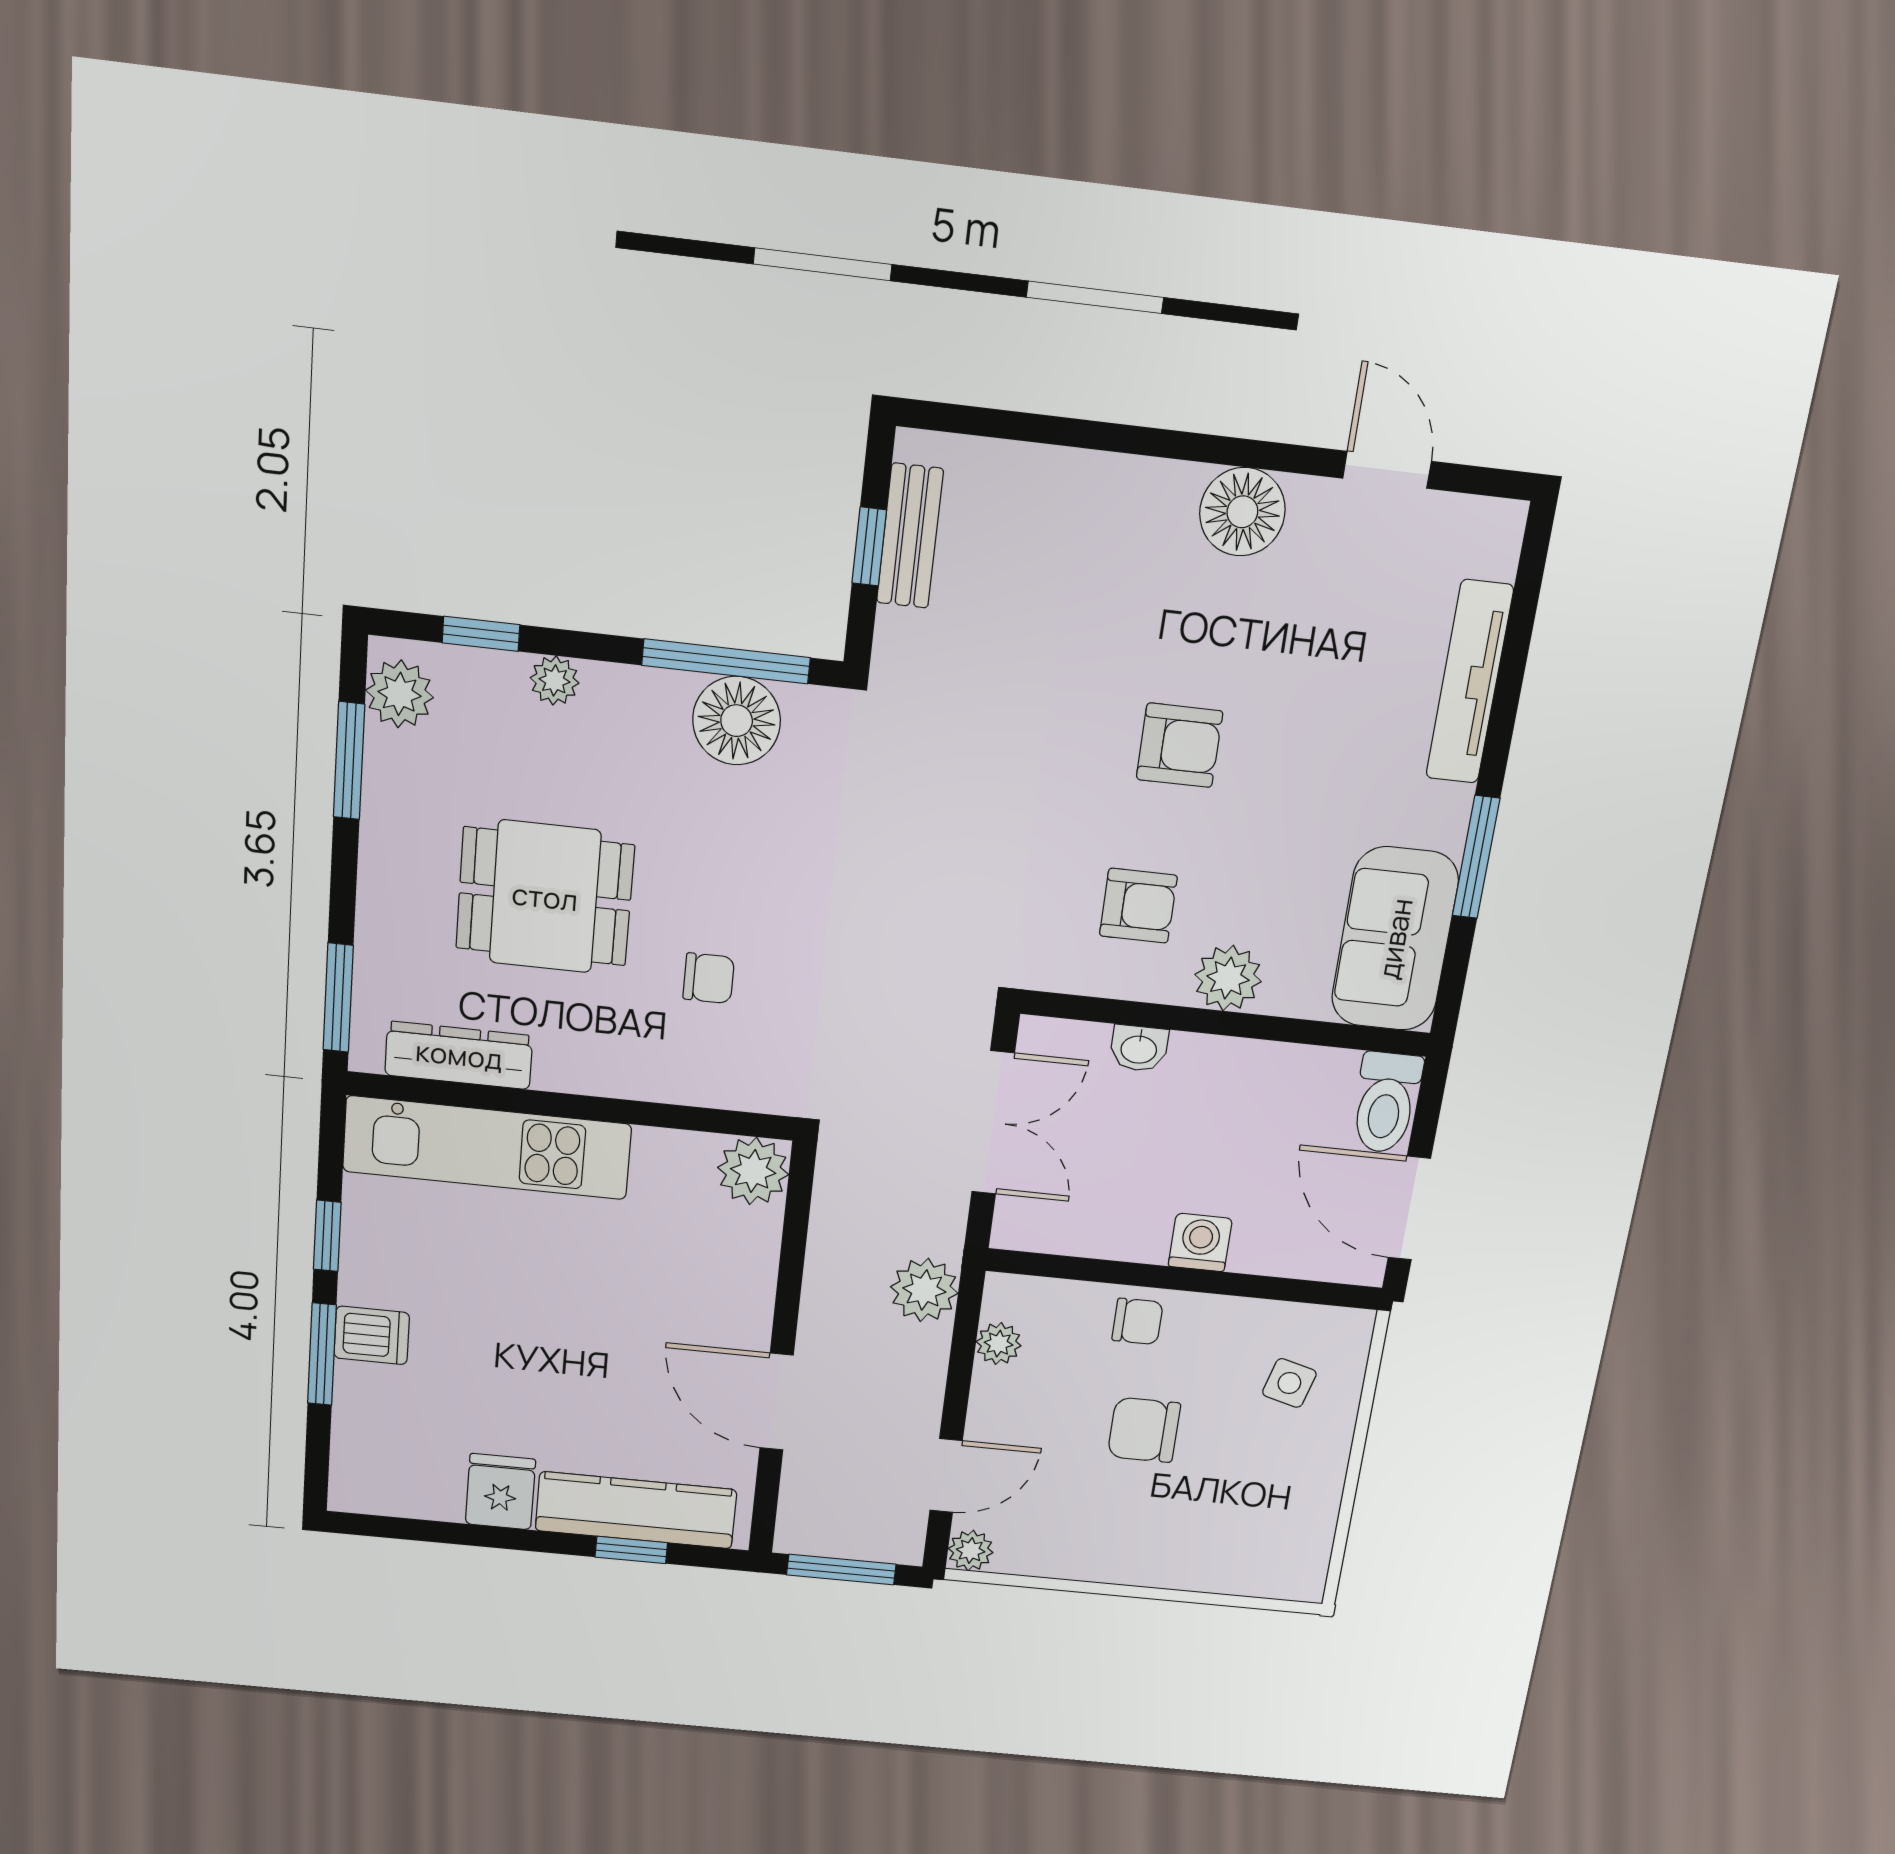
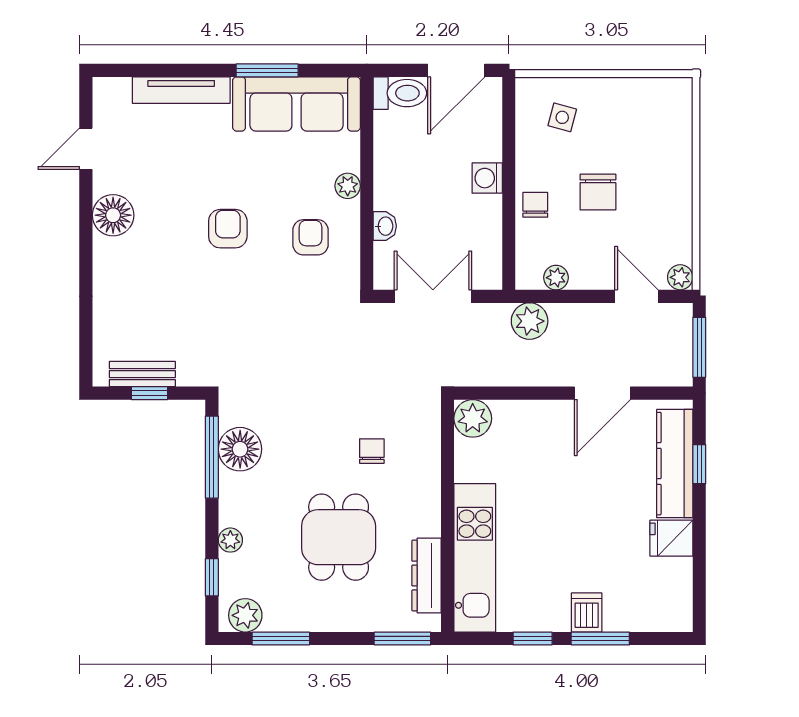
sofa: (1395, 939) -> (297, 104), width x1.36
plant: (1228, 978) -> (348, 186), width x0.73, depth x0.73

